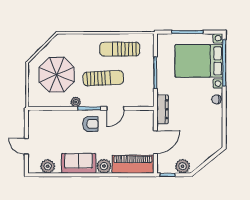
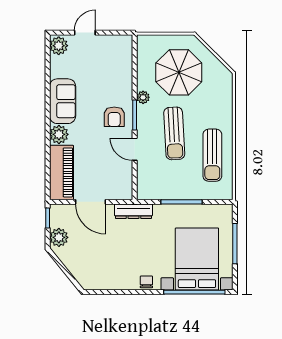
sun lounger: (120, 49) -> (212, 155), turned 180
plant: (48, 166) -> (59, 46), moved

